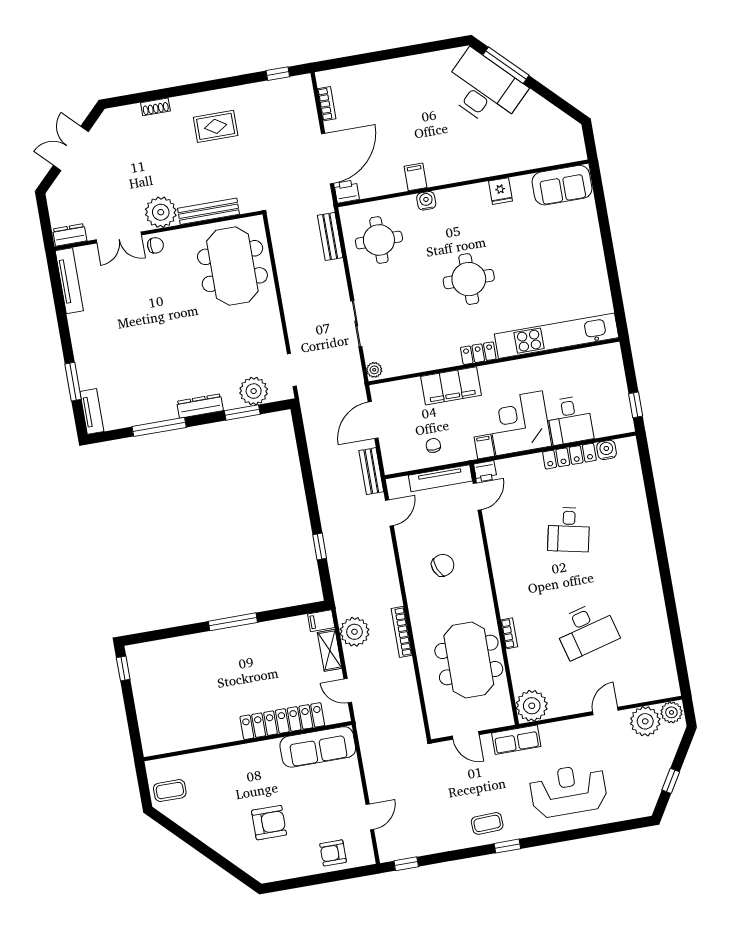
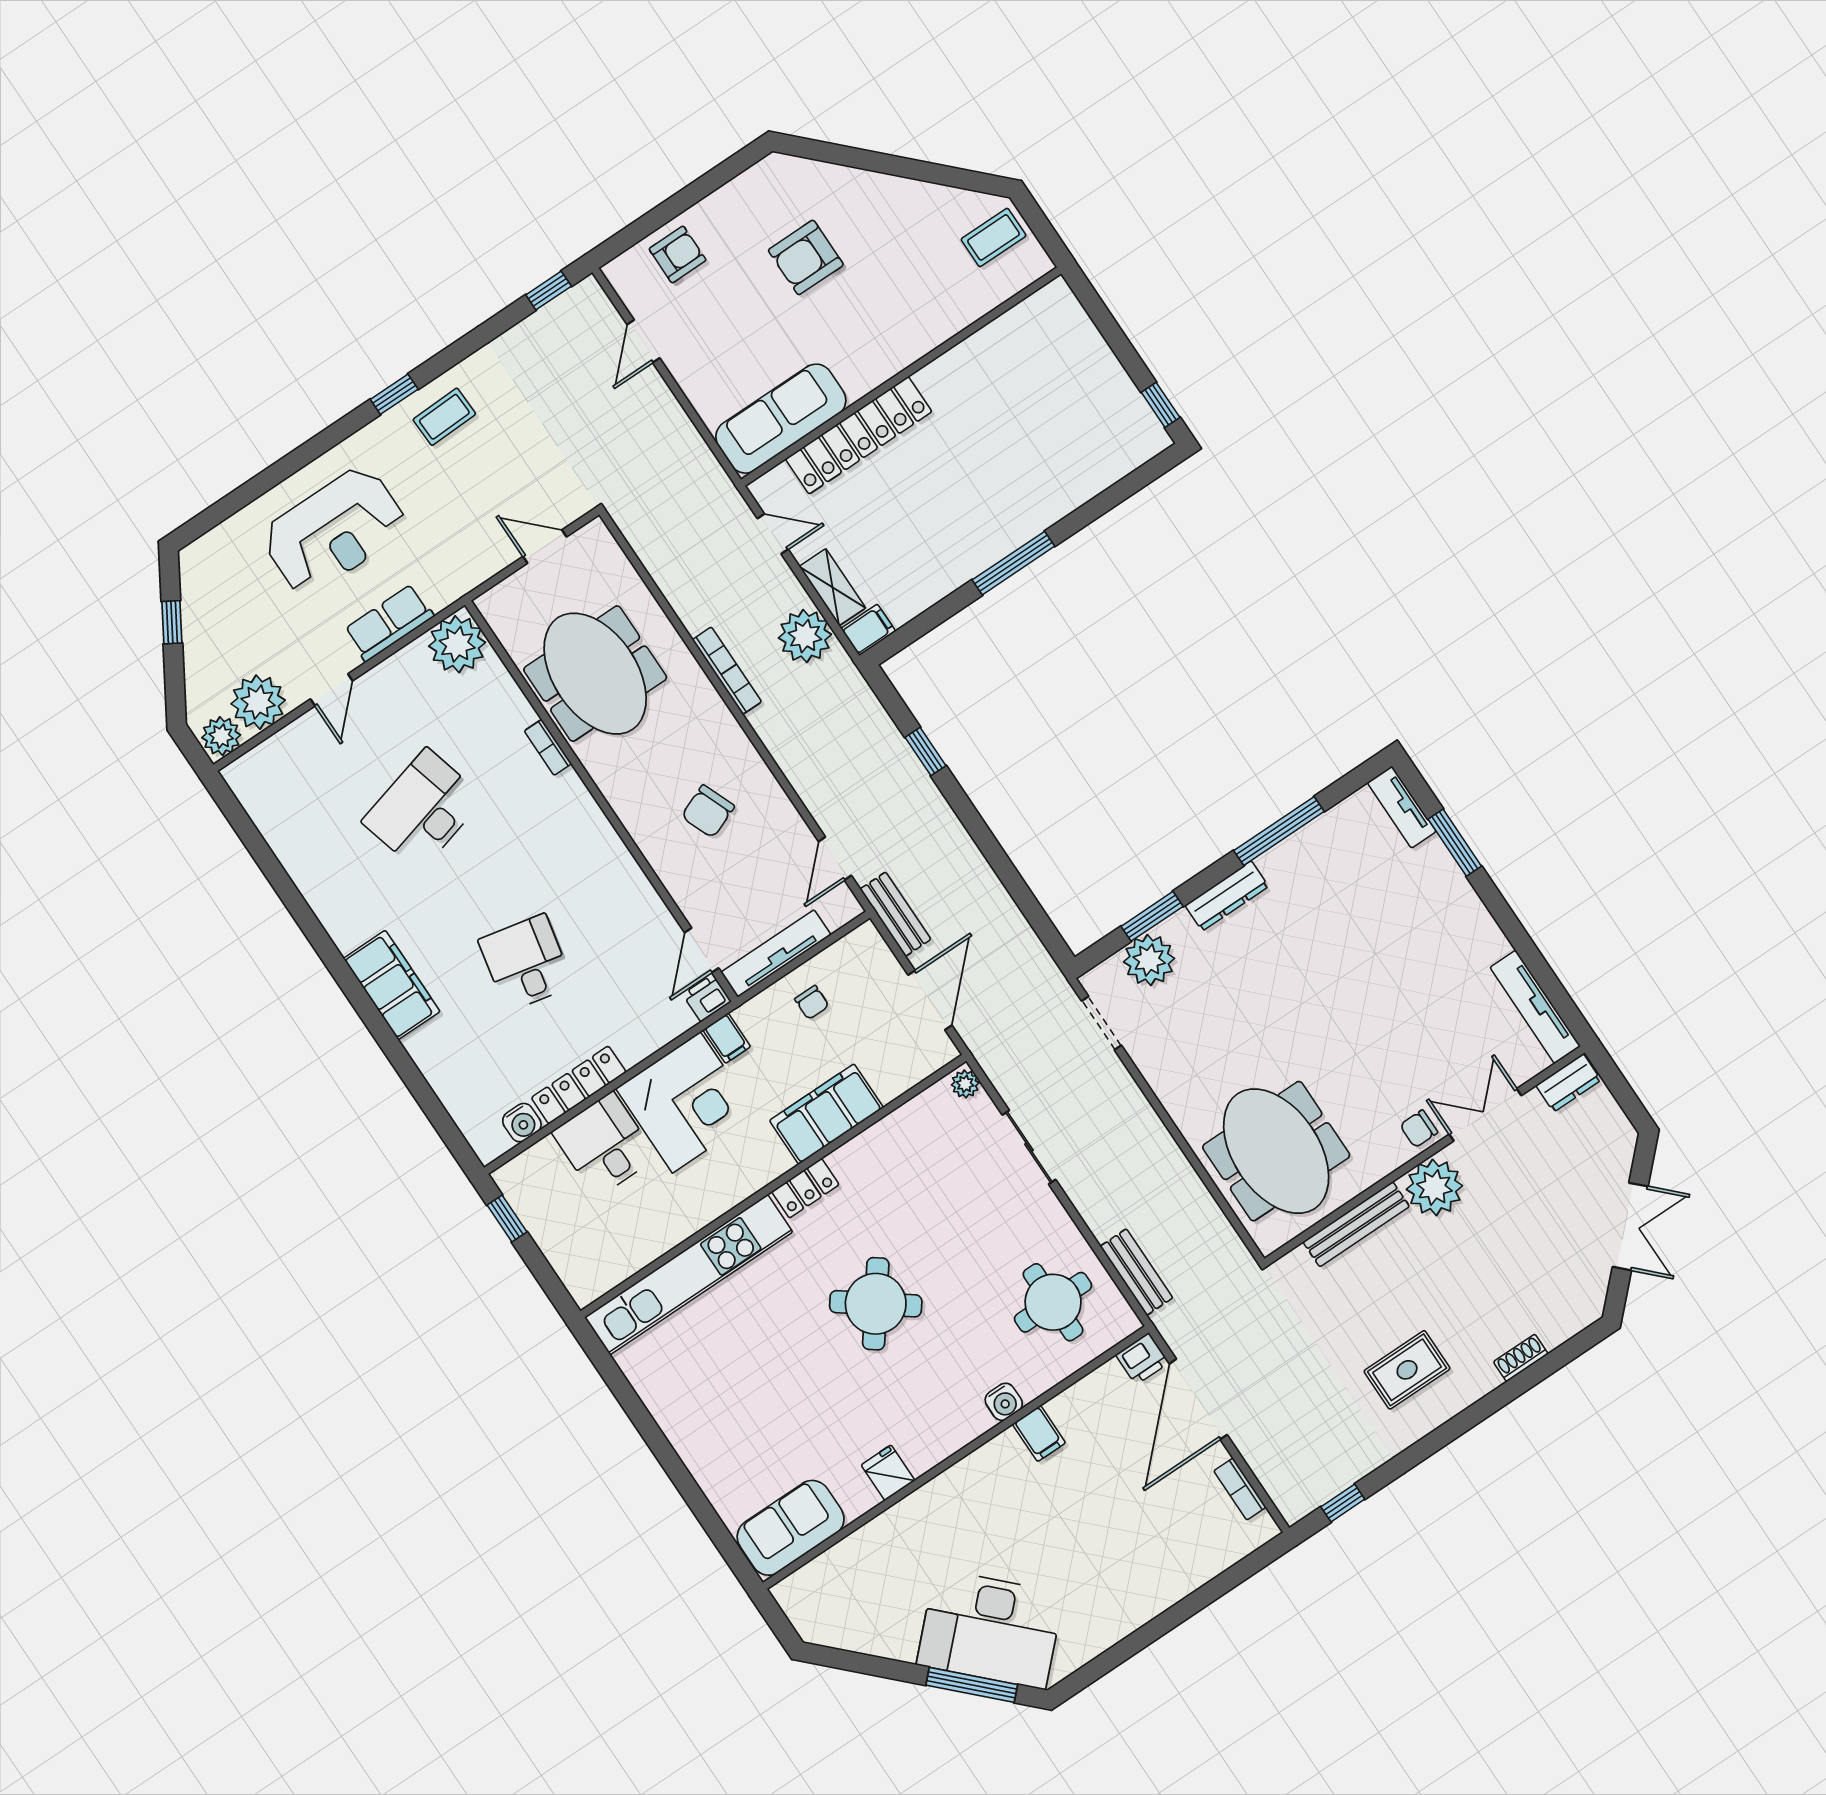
round table: (469, 279) -> (876, 1304), turned 37
filing cabinet: (641, 549) -> (392, 985), added
row of seats: (516, 740) -> (389, 623), moved

